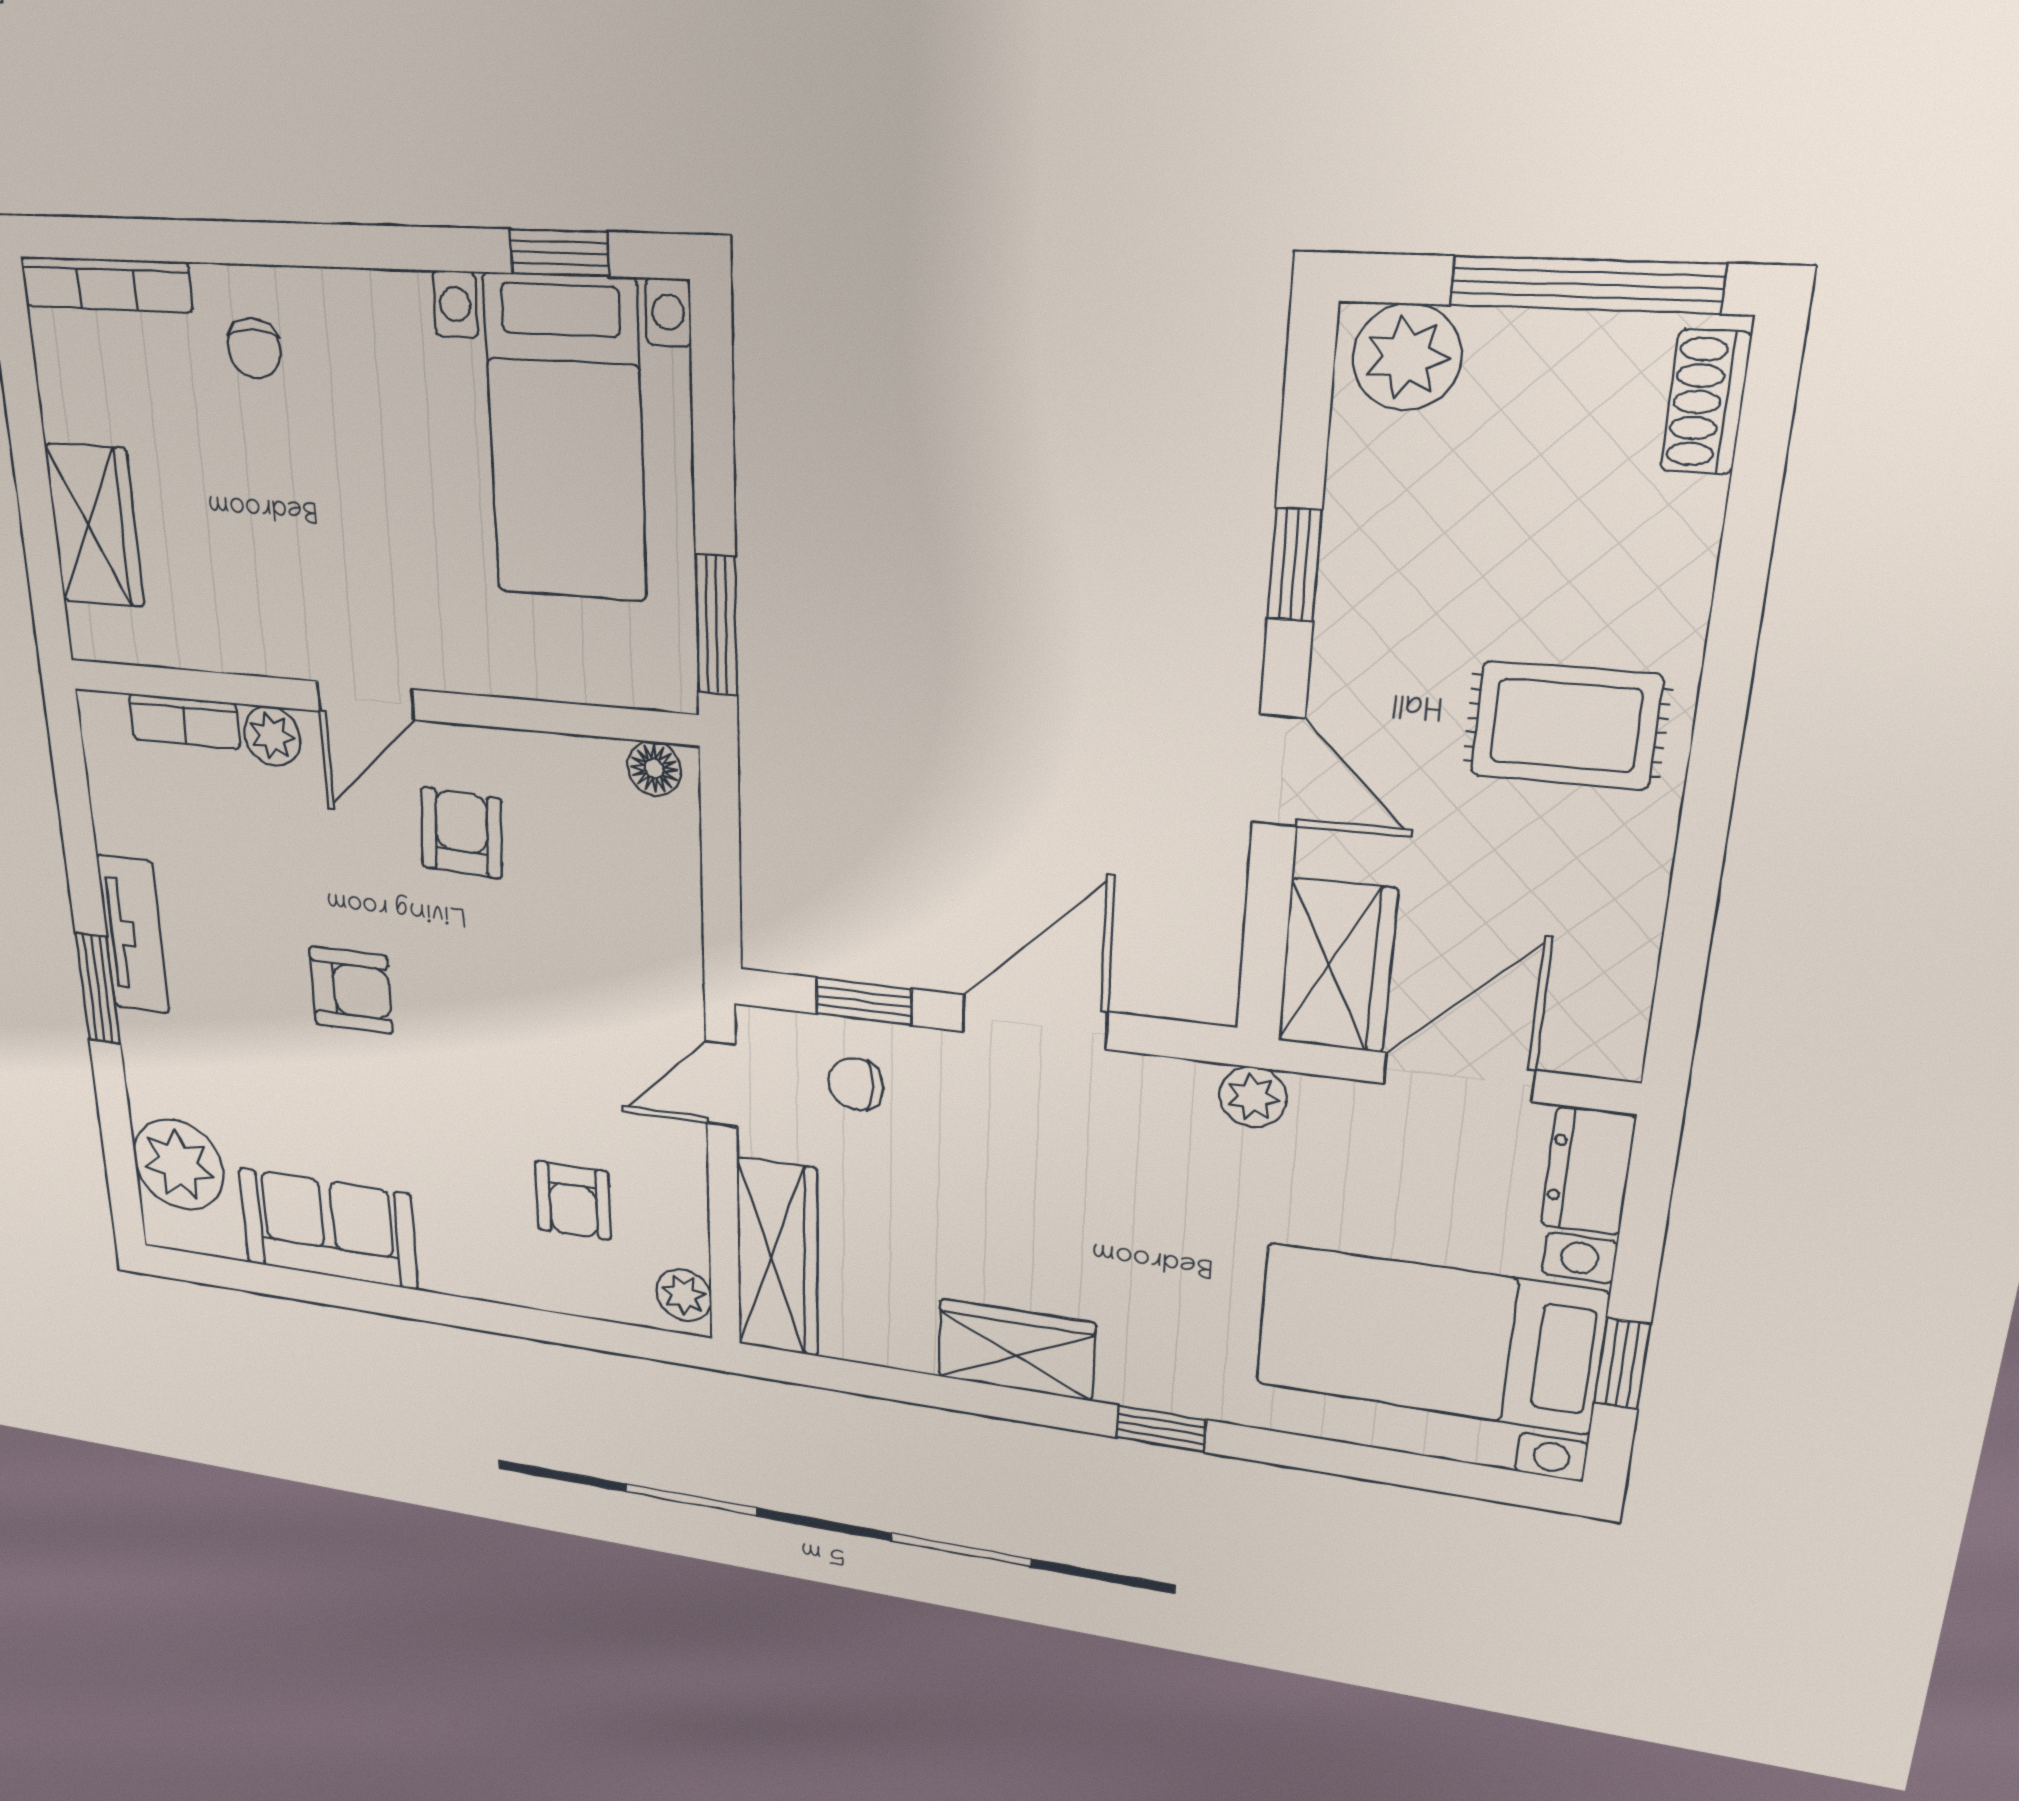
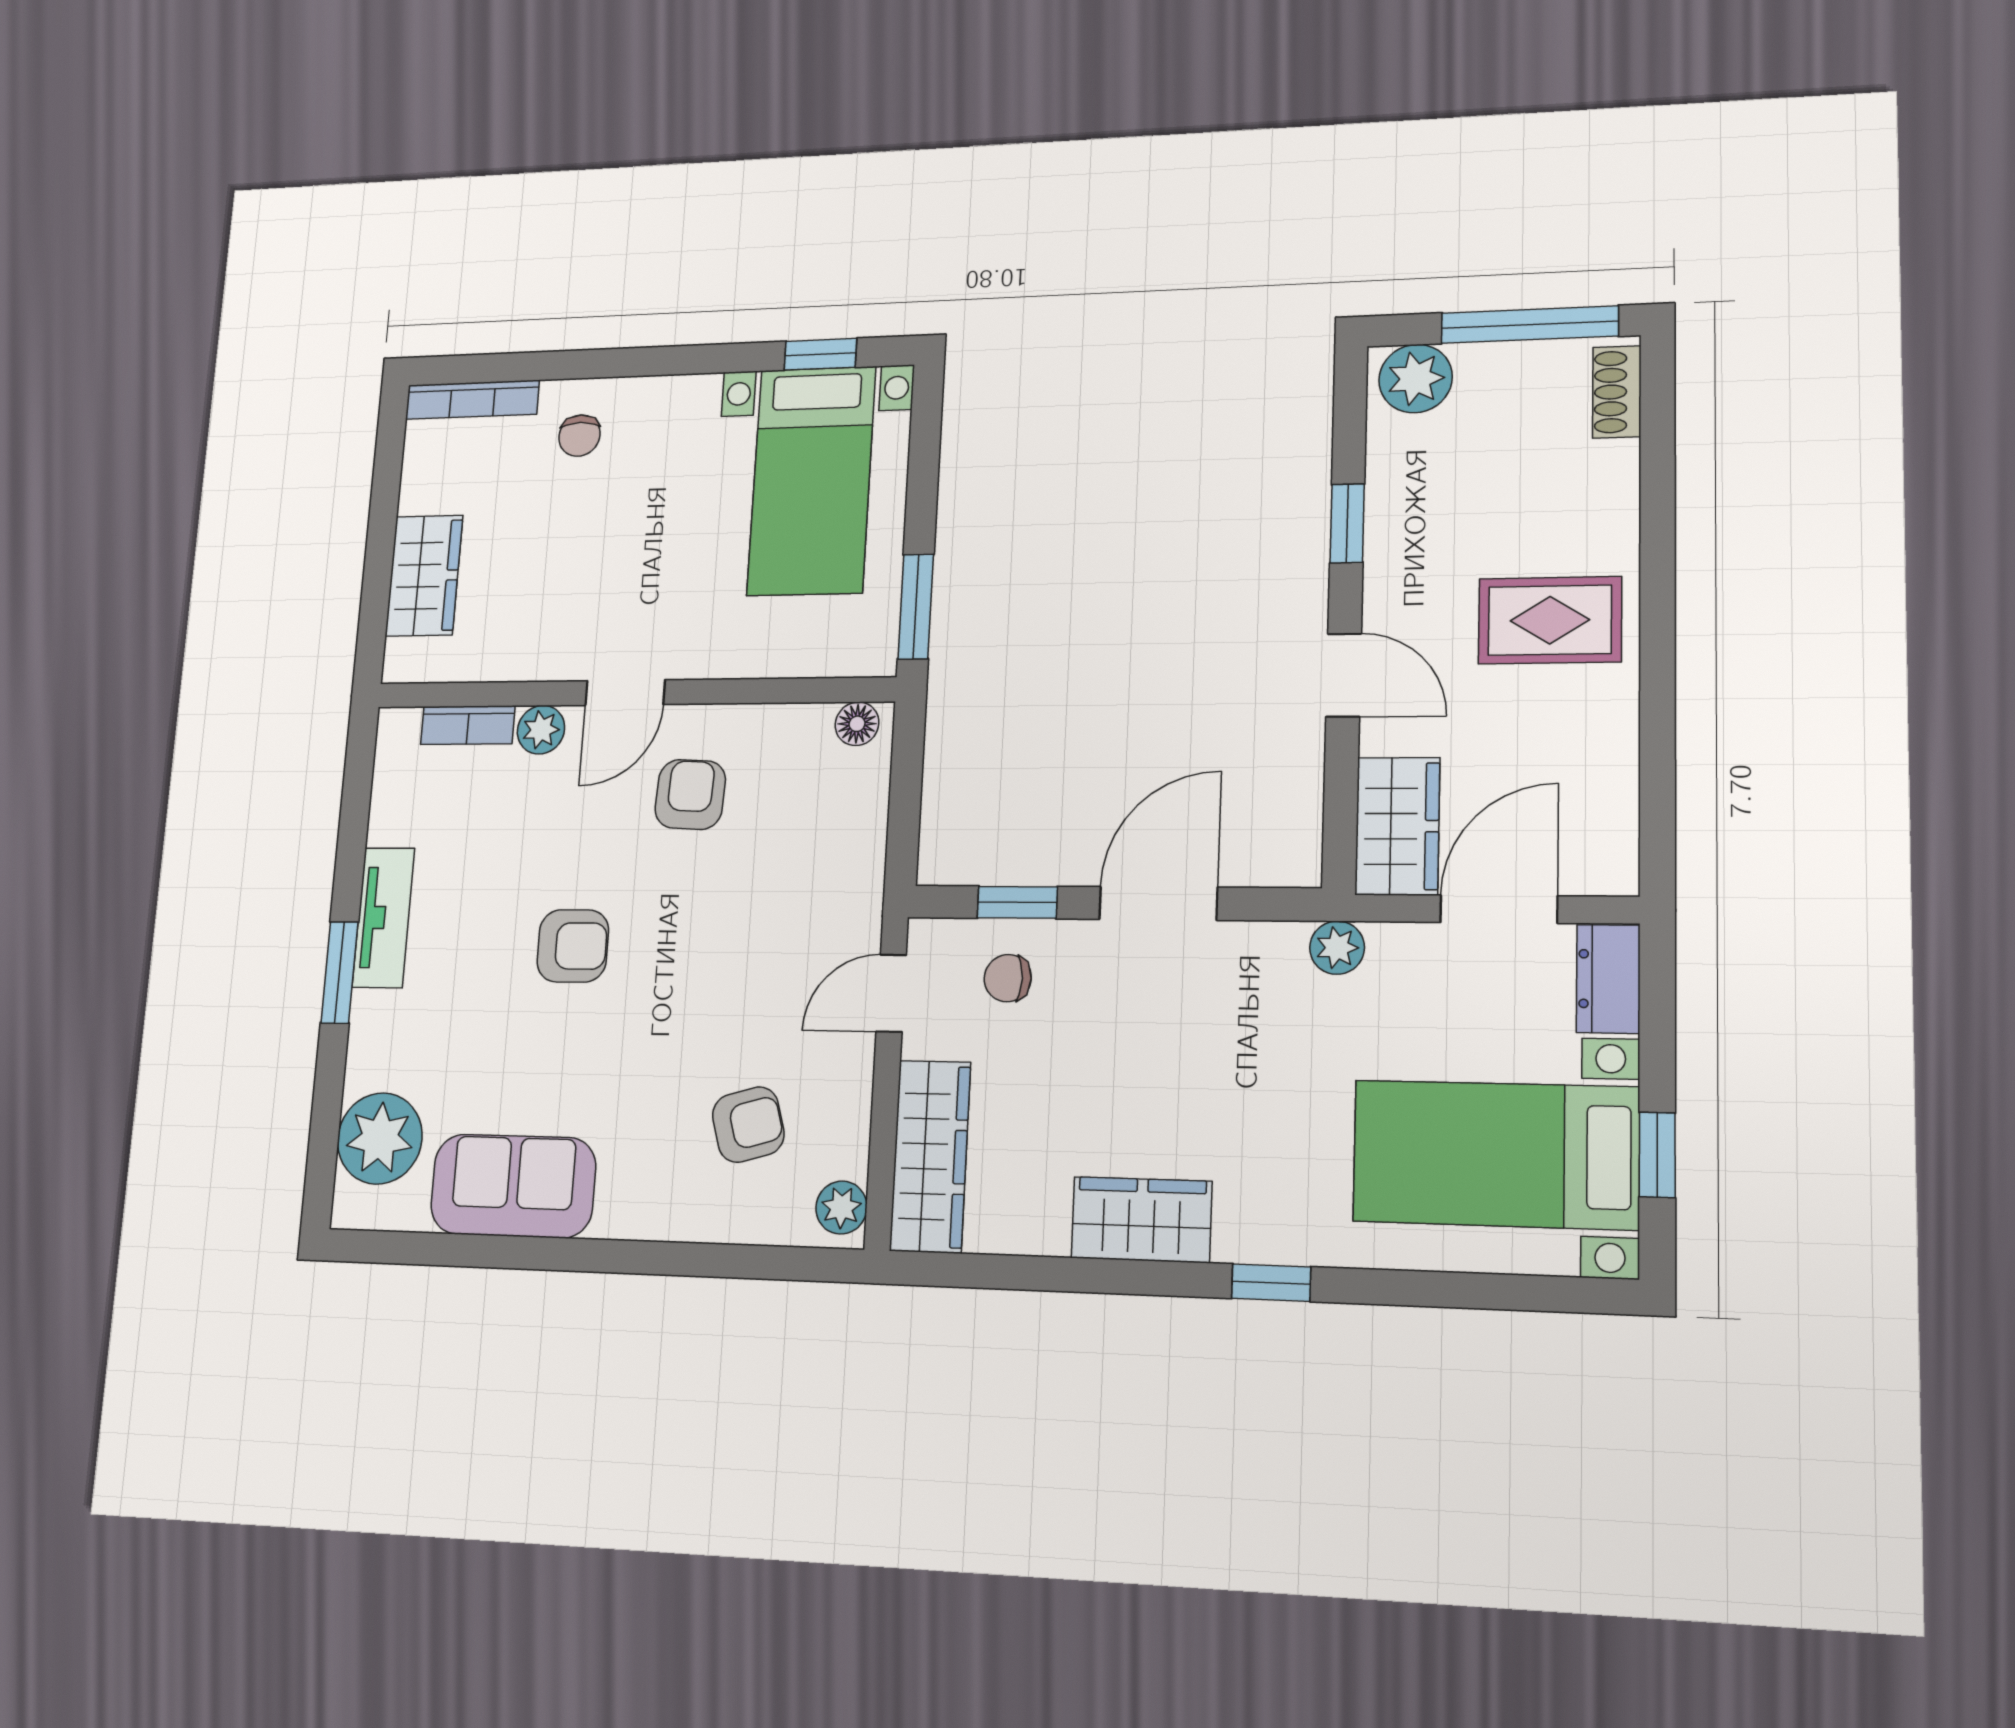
armchair: (573, 1201) -> (748, 1125), turned -106

